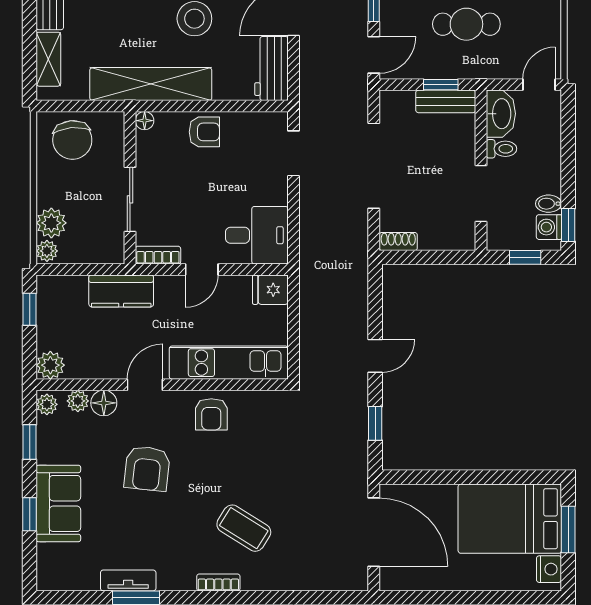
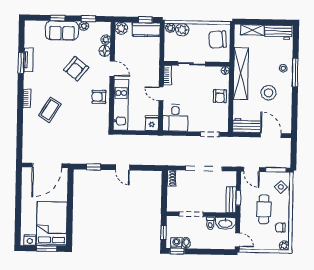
kitchen counter: (121, 291) -> (146, 30), moved, turned -90
plant: (47, 404) -> (84, 26), moved
armchair: (147, 469) -> (76, 69), turned -58

